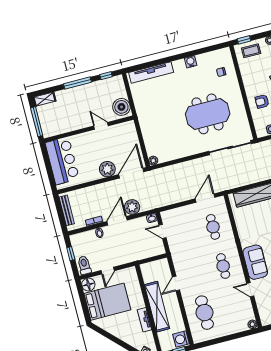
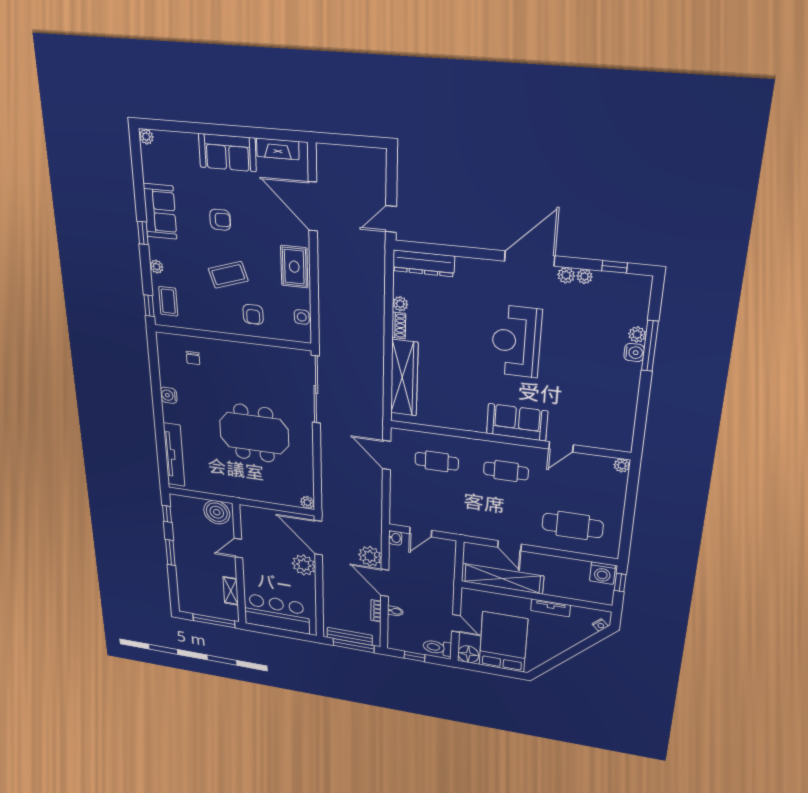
window: (77, 83) -> (170, 553), width x0.69
shelving: (45, 99) -> (231, 591), moved
meeting table: (208, 114) -> (254, 433), moved, turned 90
window: (61, 215) -> (354, 646), added
shelving: (157, 307) -> (502, 579), moved

